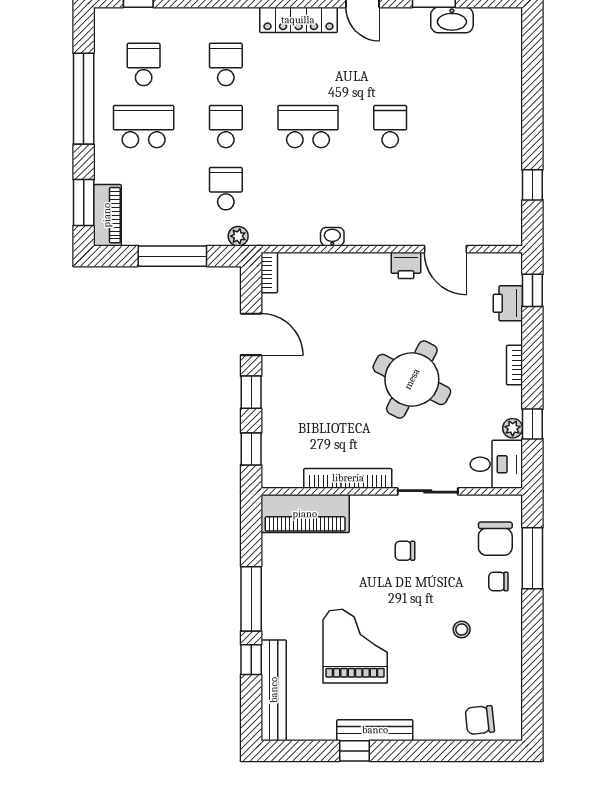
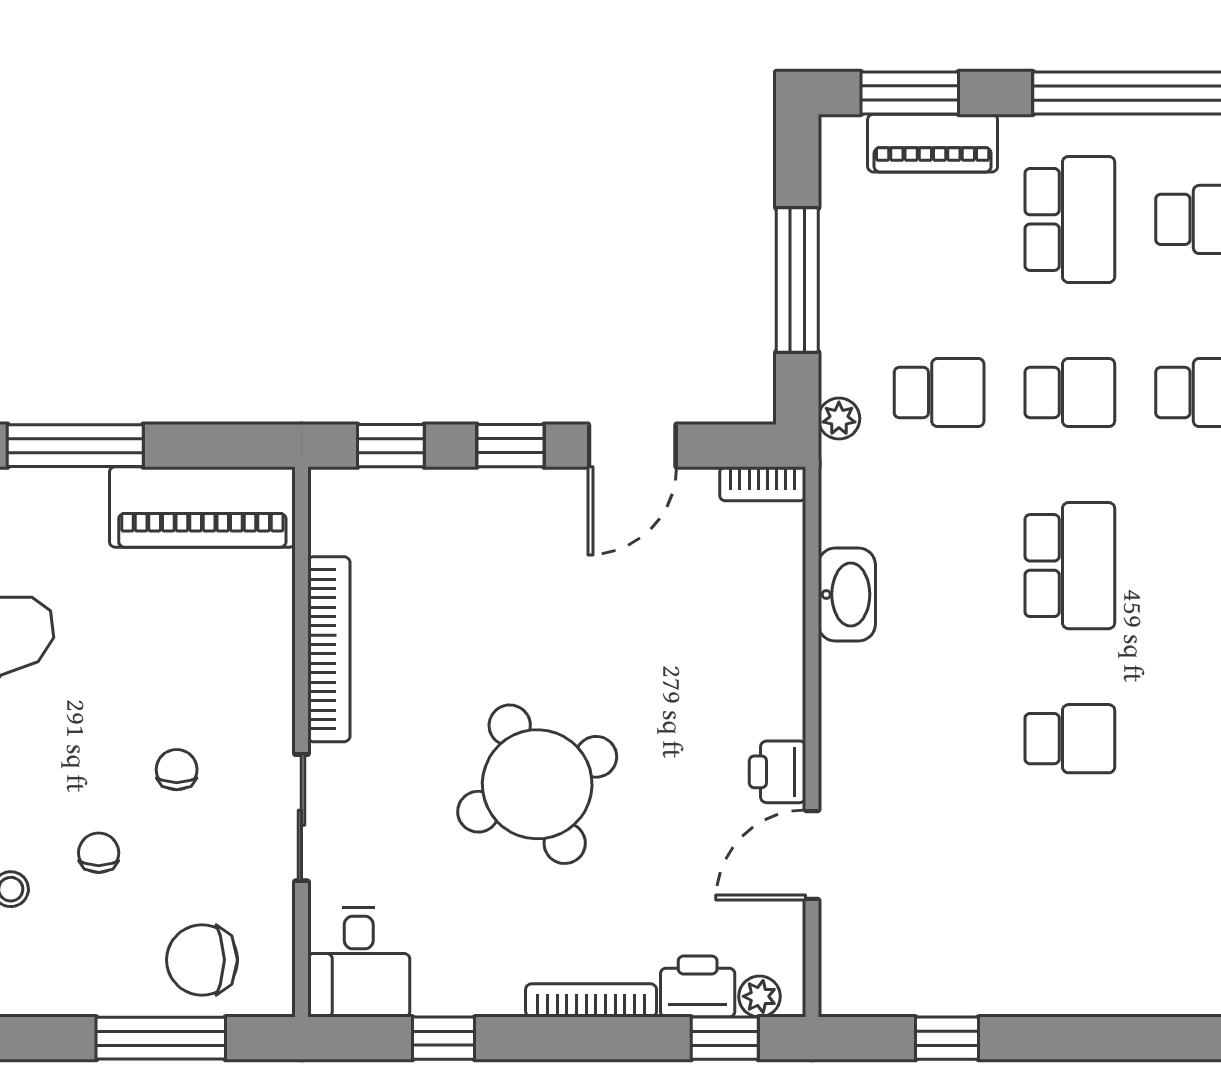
piano: (107, 215) -> (933, 143), moved
washbasin: (332, 237) -> (847, 594), width x1.91, depth x1.45
bookcase: (514, 365) -> (591, 1000), width x1.56
round table: (412, 379) -> (537, 784), turned 38
plant: (513, 428) -> (760, 996), moved
piano: (305, 514) -> (202, 507), moved, turned -90
chair: (498, 581) -> (99, 853), moved

